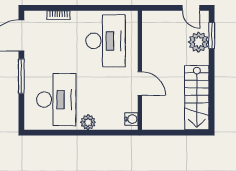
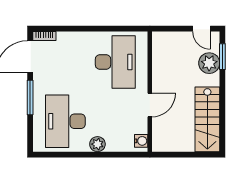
bookcase: (58, 15) -> (44, 36), moved
door: (140, 83) -> (150, 105), hinge flipped
desk: (56, 100) -> (65, 121), turned 180

